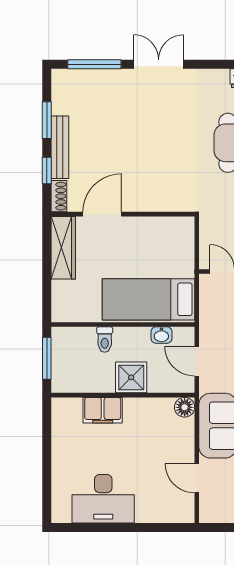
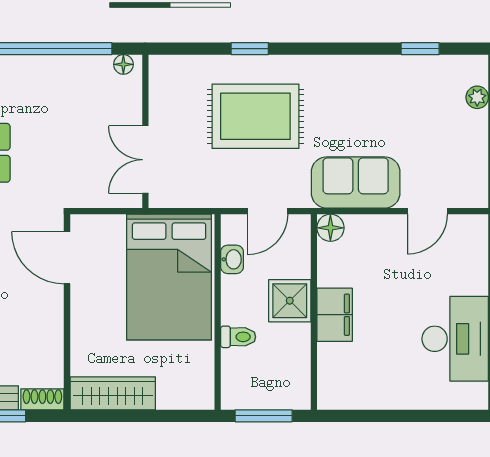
door: (102, 214) -> (67, 258), moved
bed: (148, 299) -> (169, 277), width x1.50
filing cabinet: (103, 410) -> (335, 315), moved

